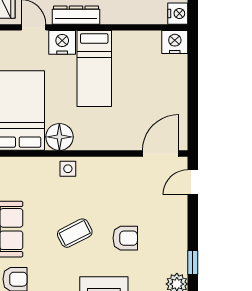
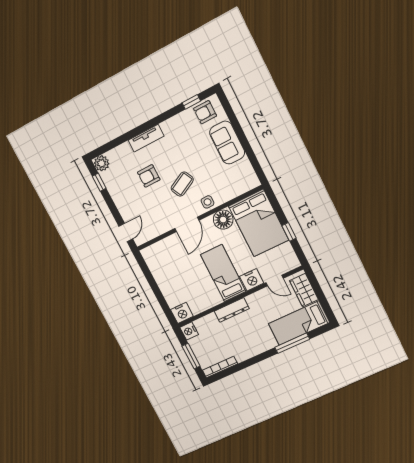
dresser: (76, 15) -> (232, 310), moved
door: (161, 154) -> (187, 224), moved
coffee table: (75, 233) -> (182, 184), moved

